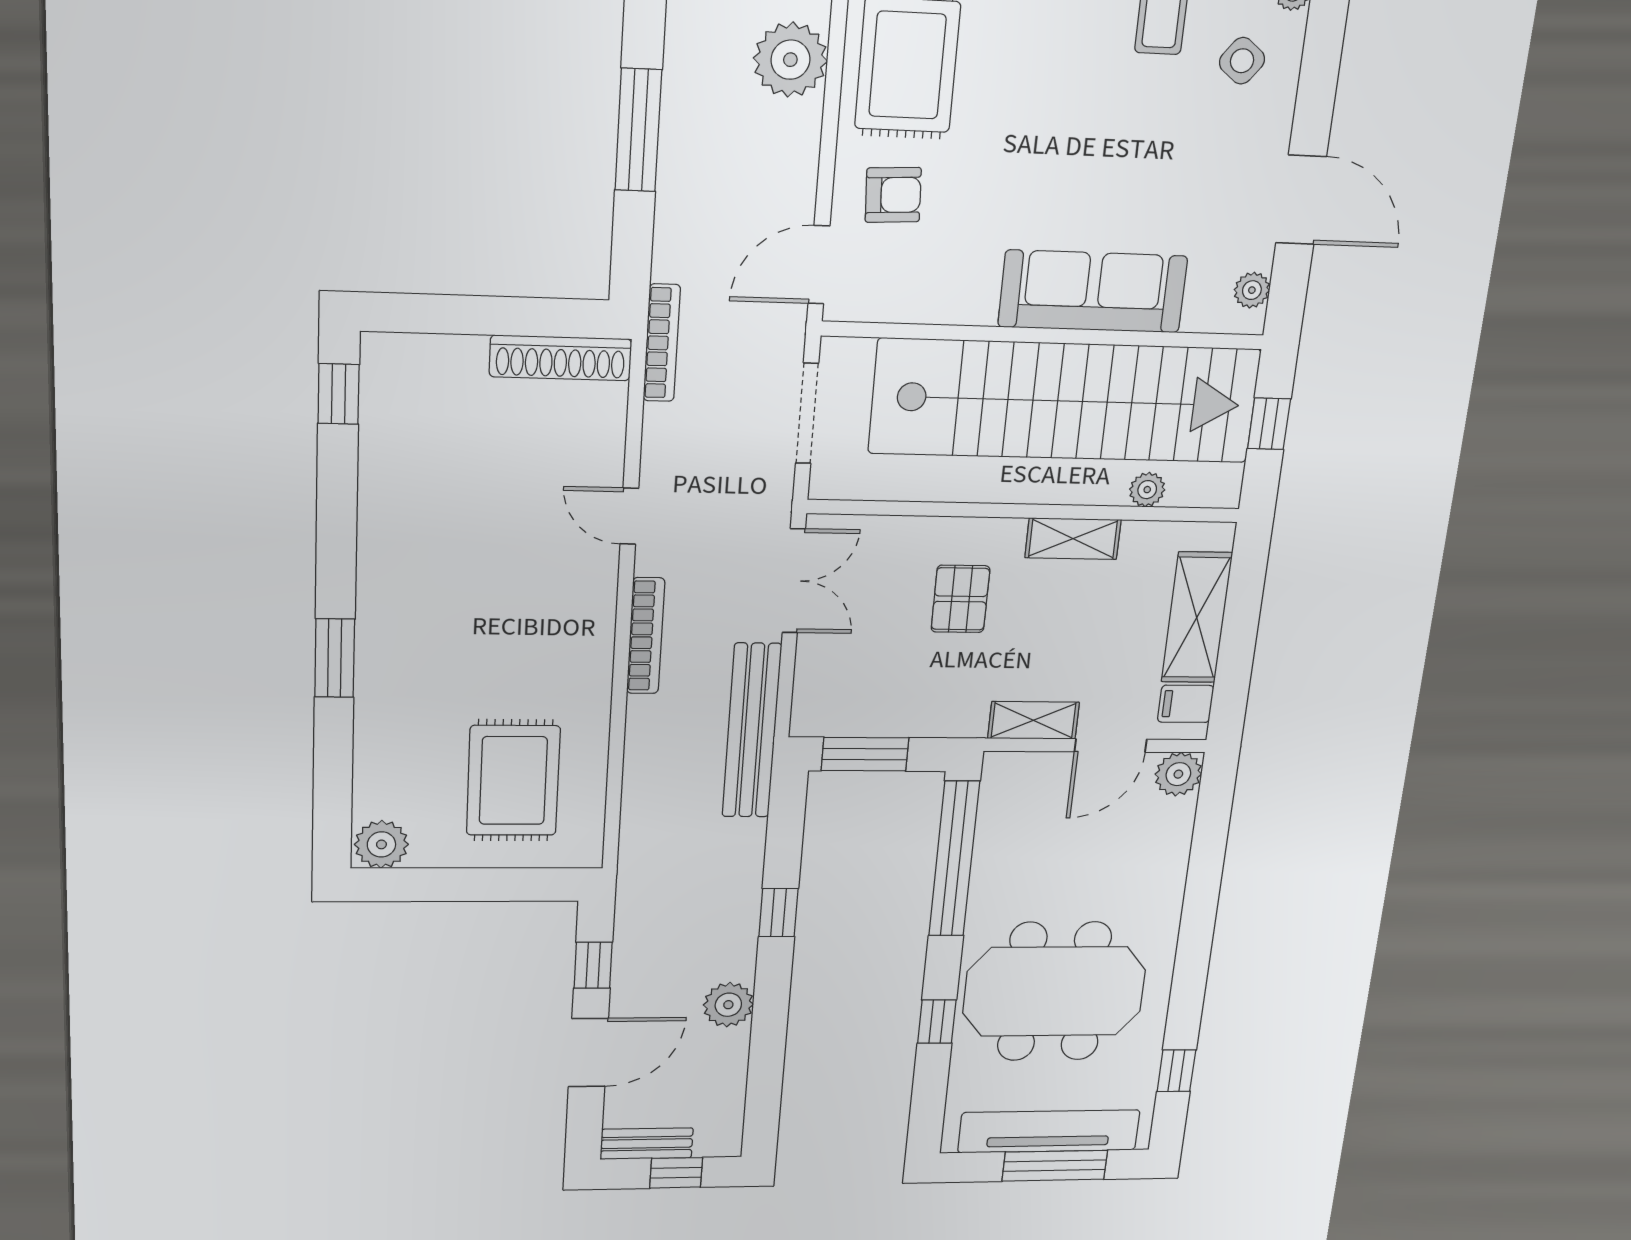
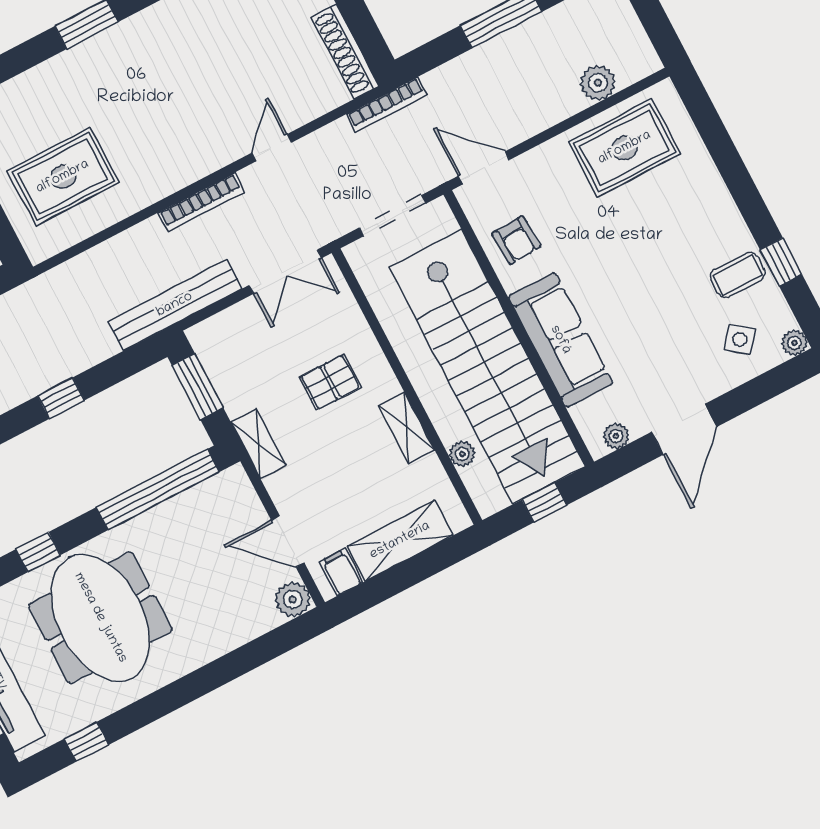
plant: (790, 60) -> (598, 83), width x0.73, depth x0.73
armchair: (893, 195) -> (516, 240), moved
shelving: (1034, 720) -> (258, 444), moved

